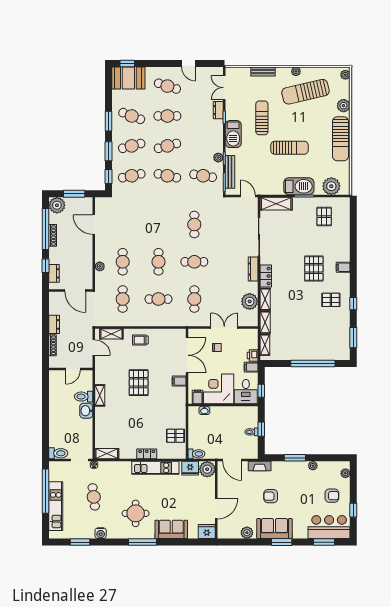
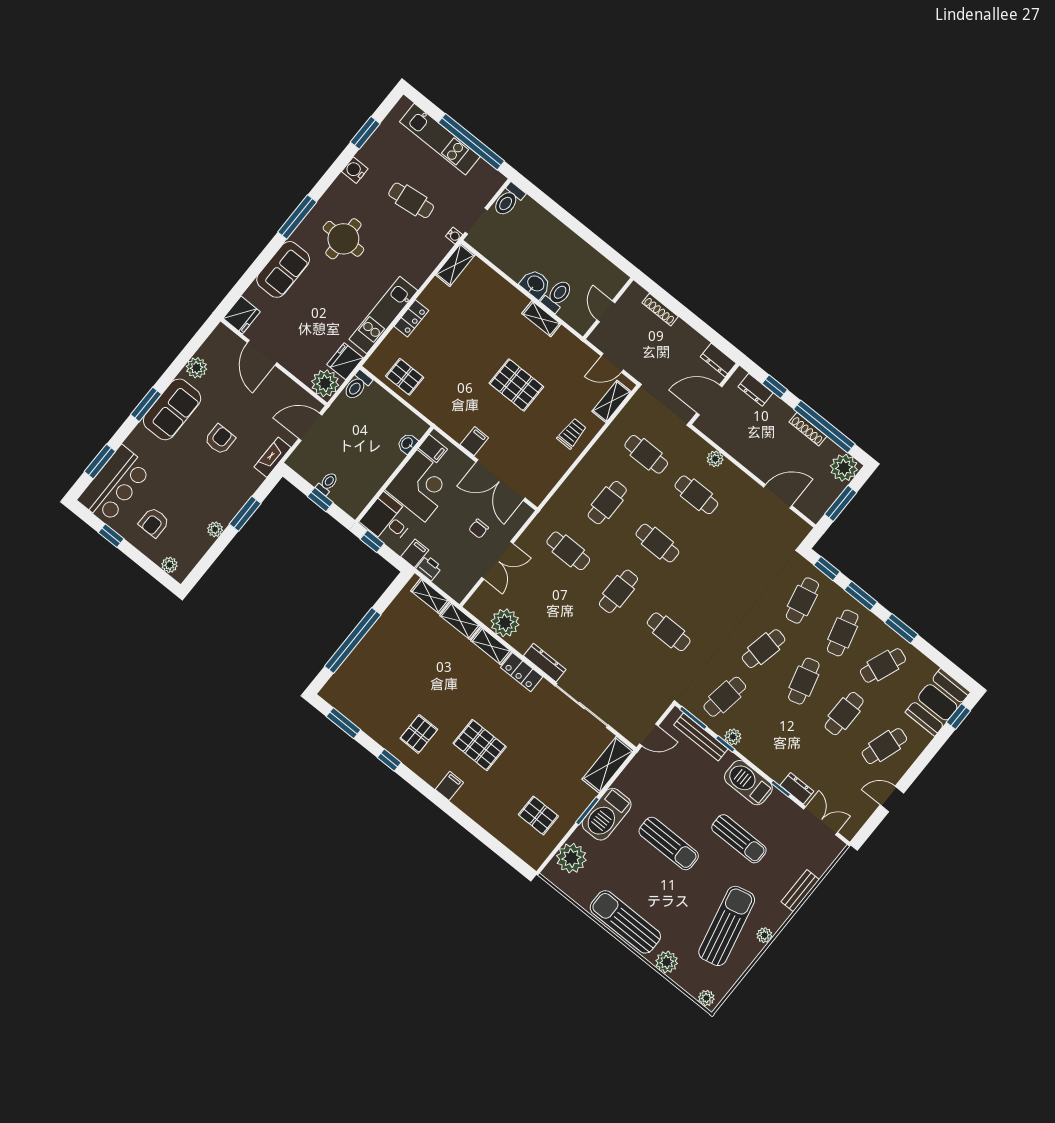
sun lounger: (289, 148) -> (669, 843), turned -90
dresser: (54, 324) -> (718, 360), moved
pallet: (175, 436) -> (405, 377), turned 90

